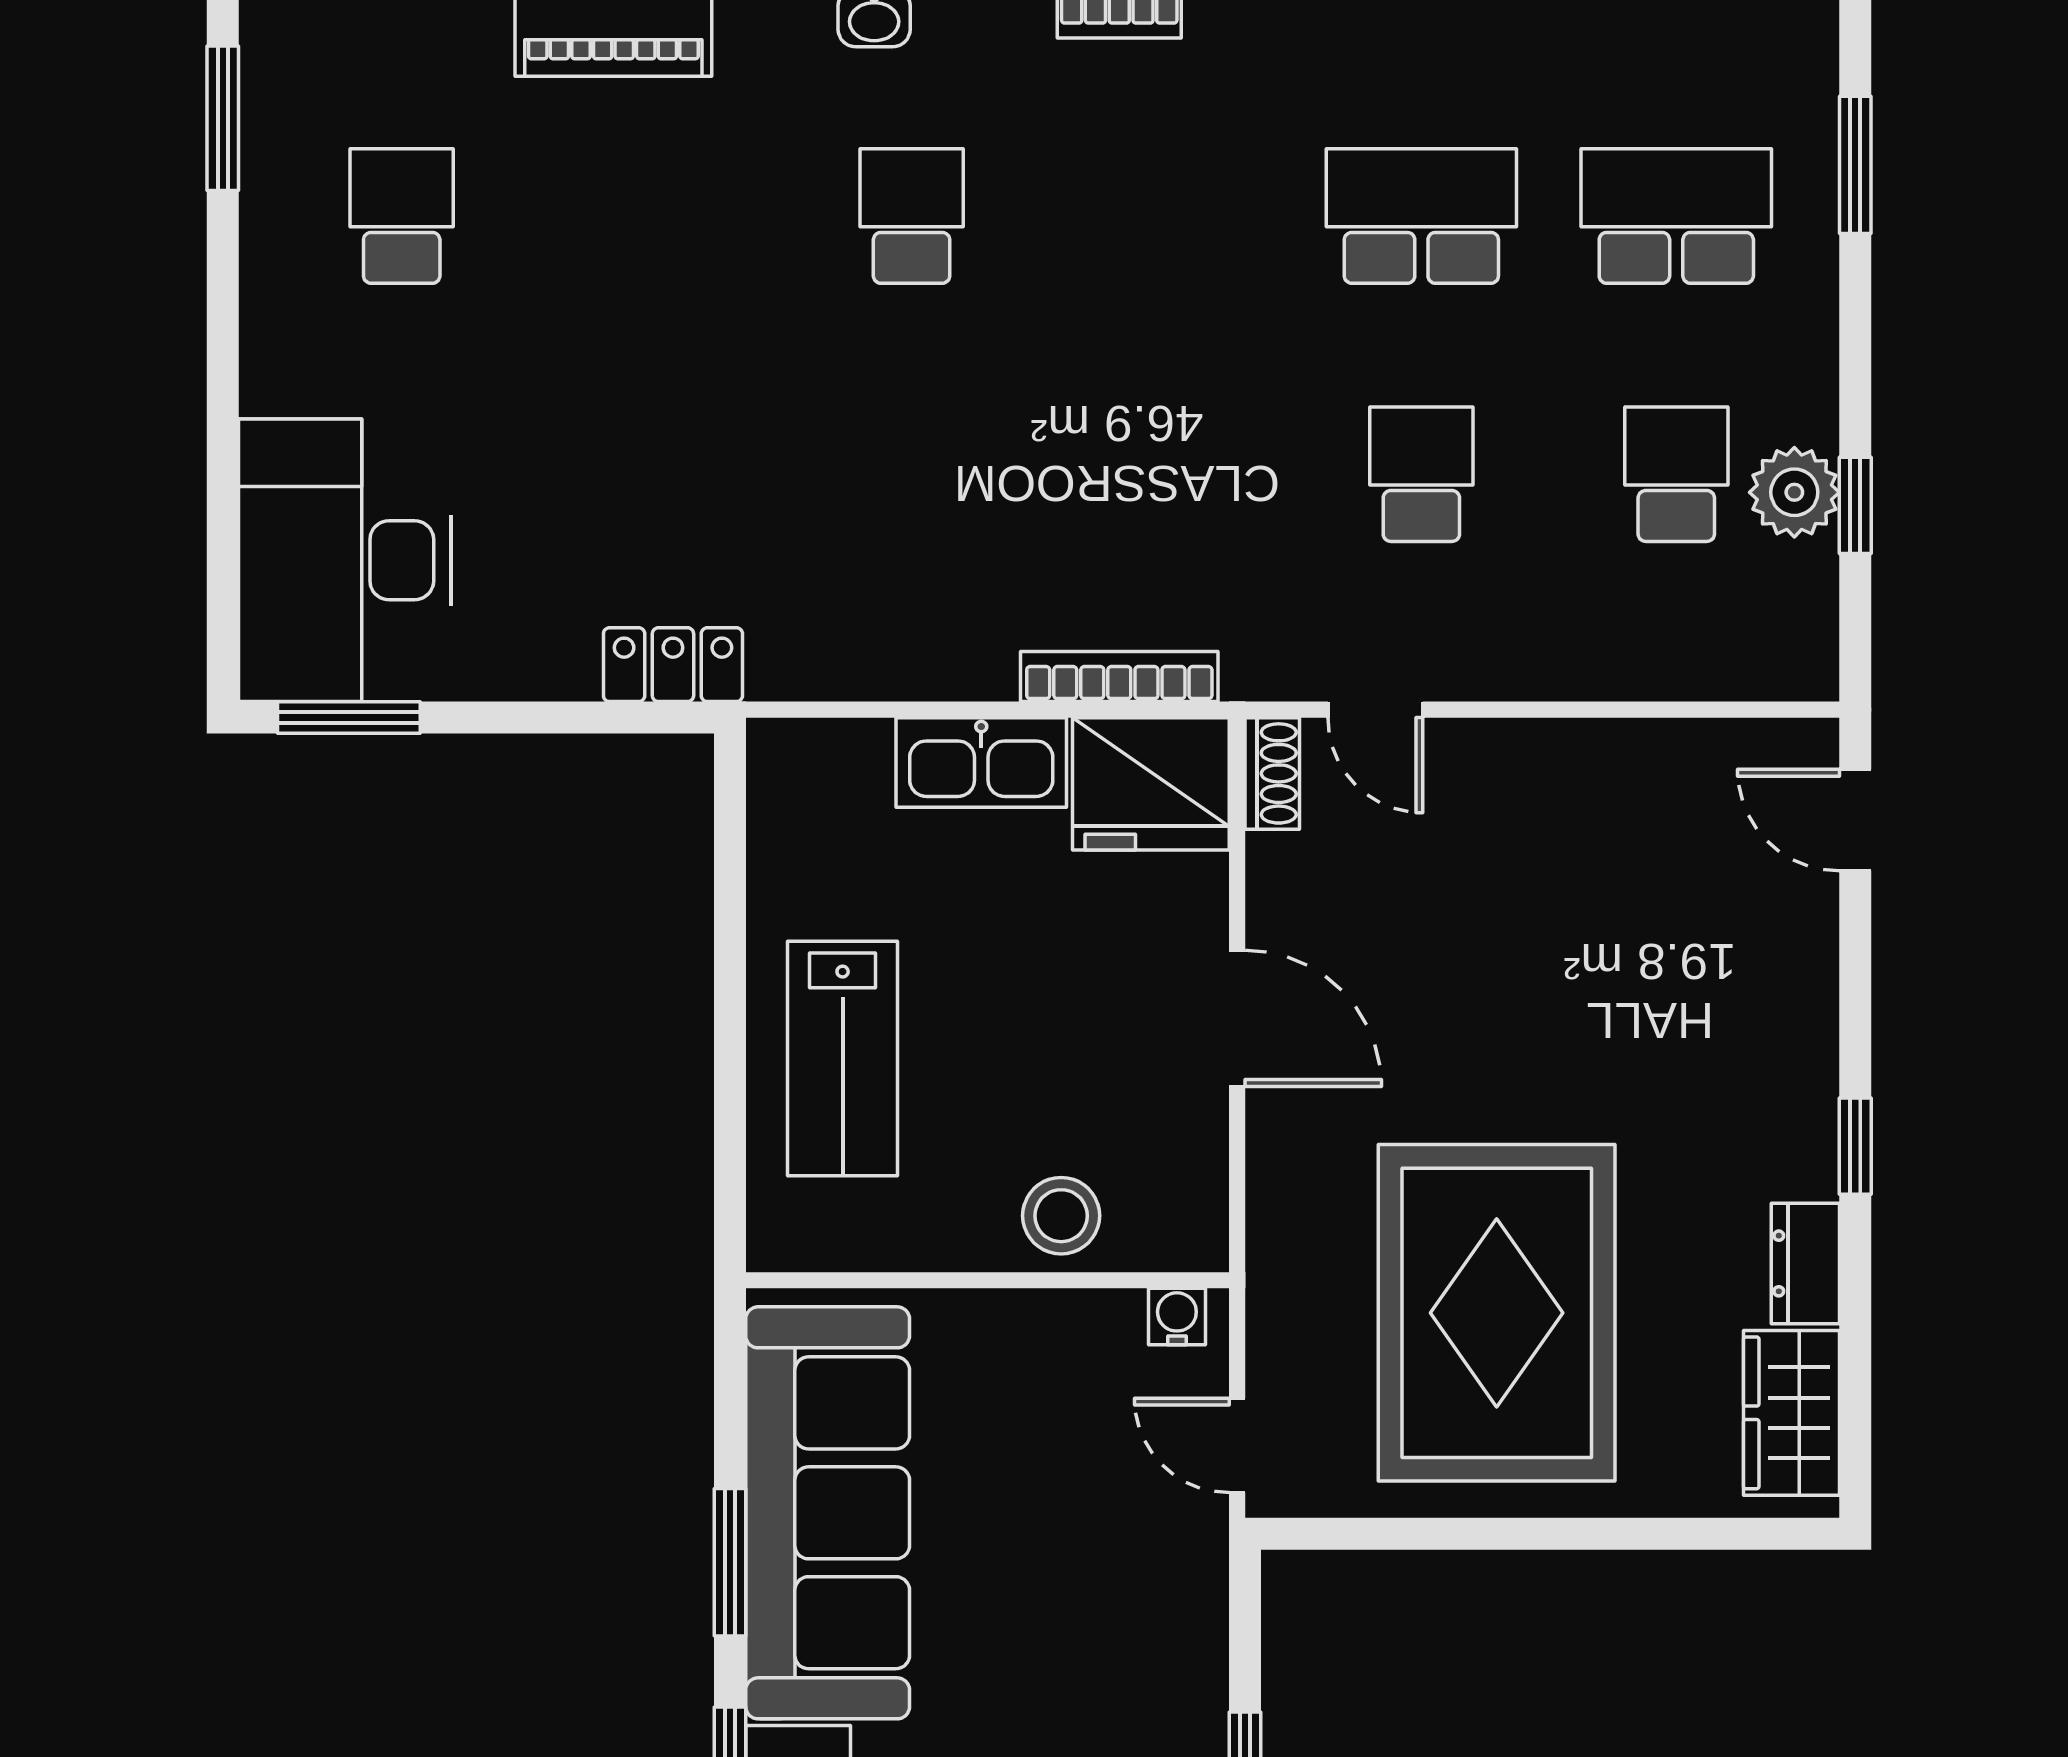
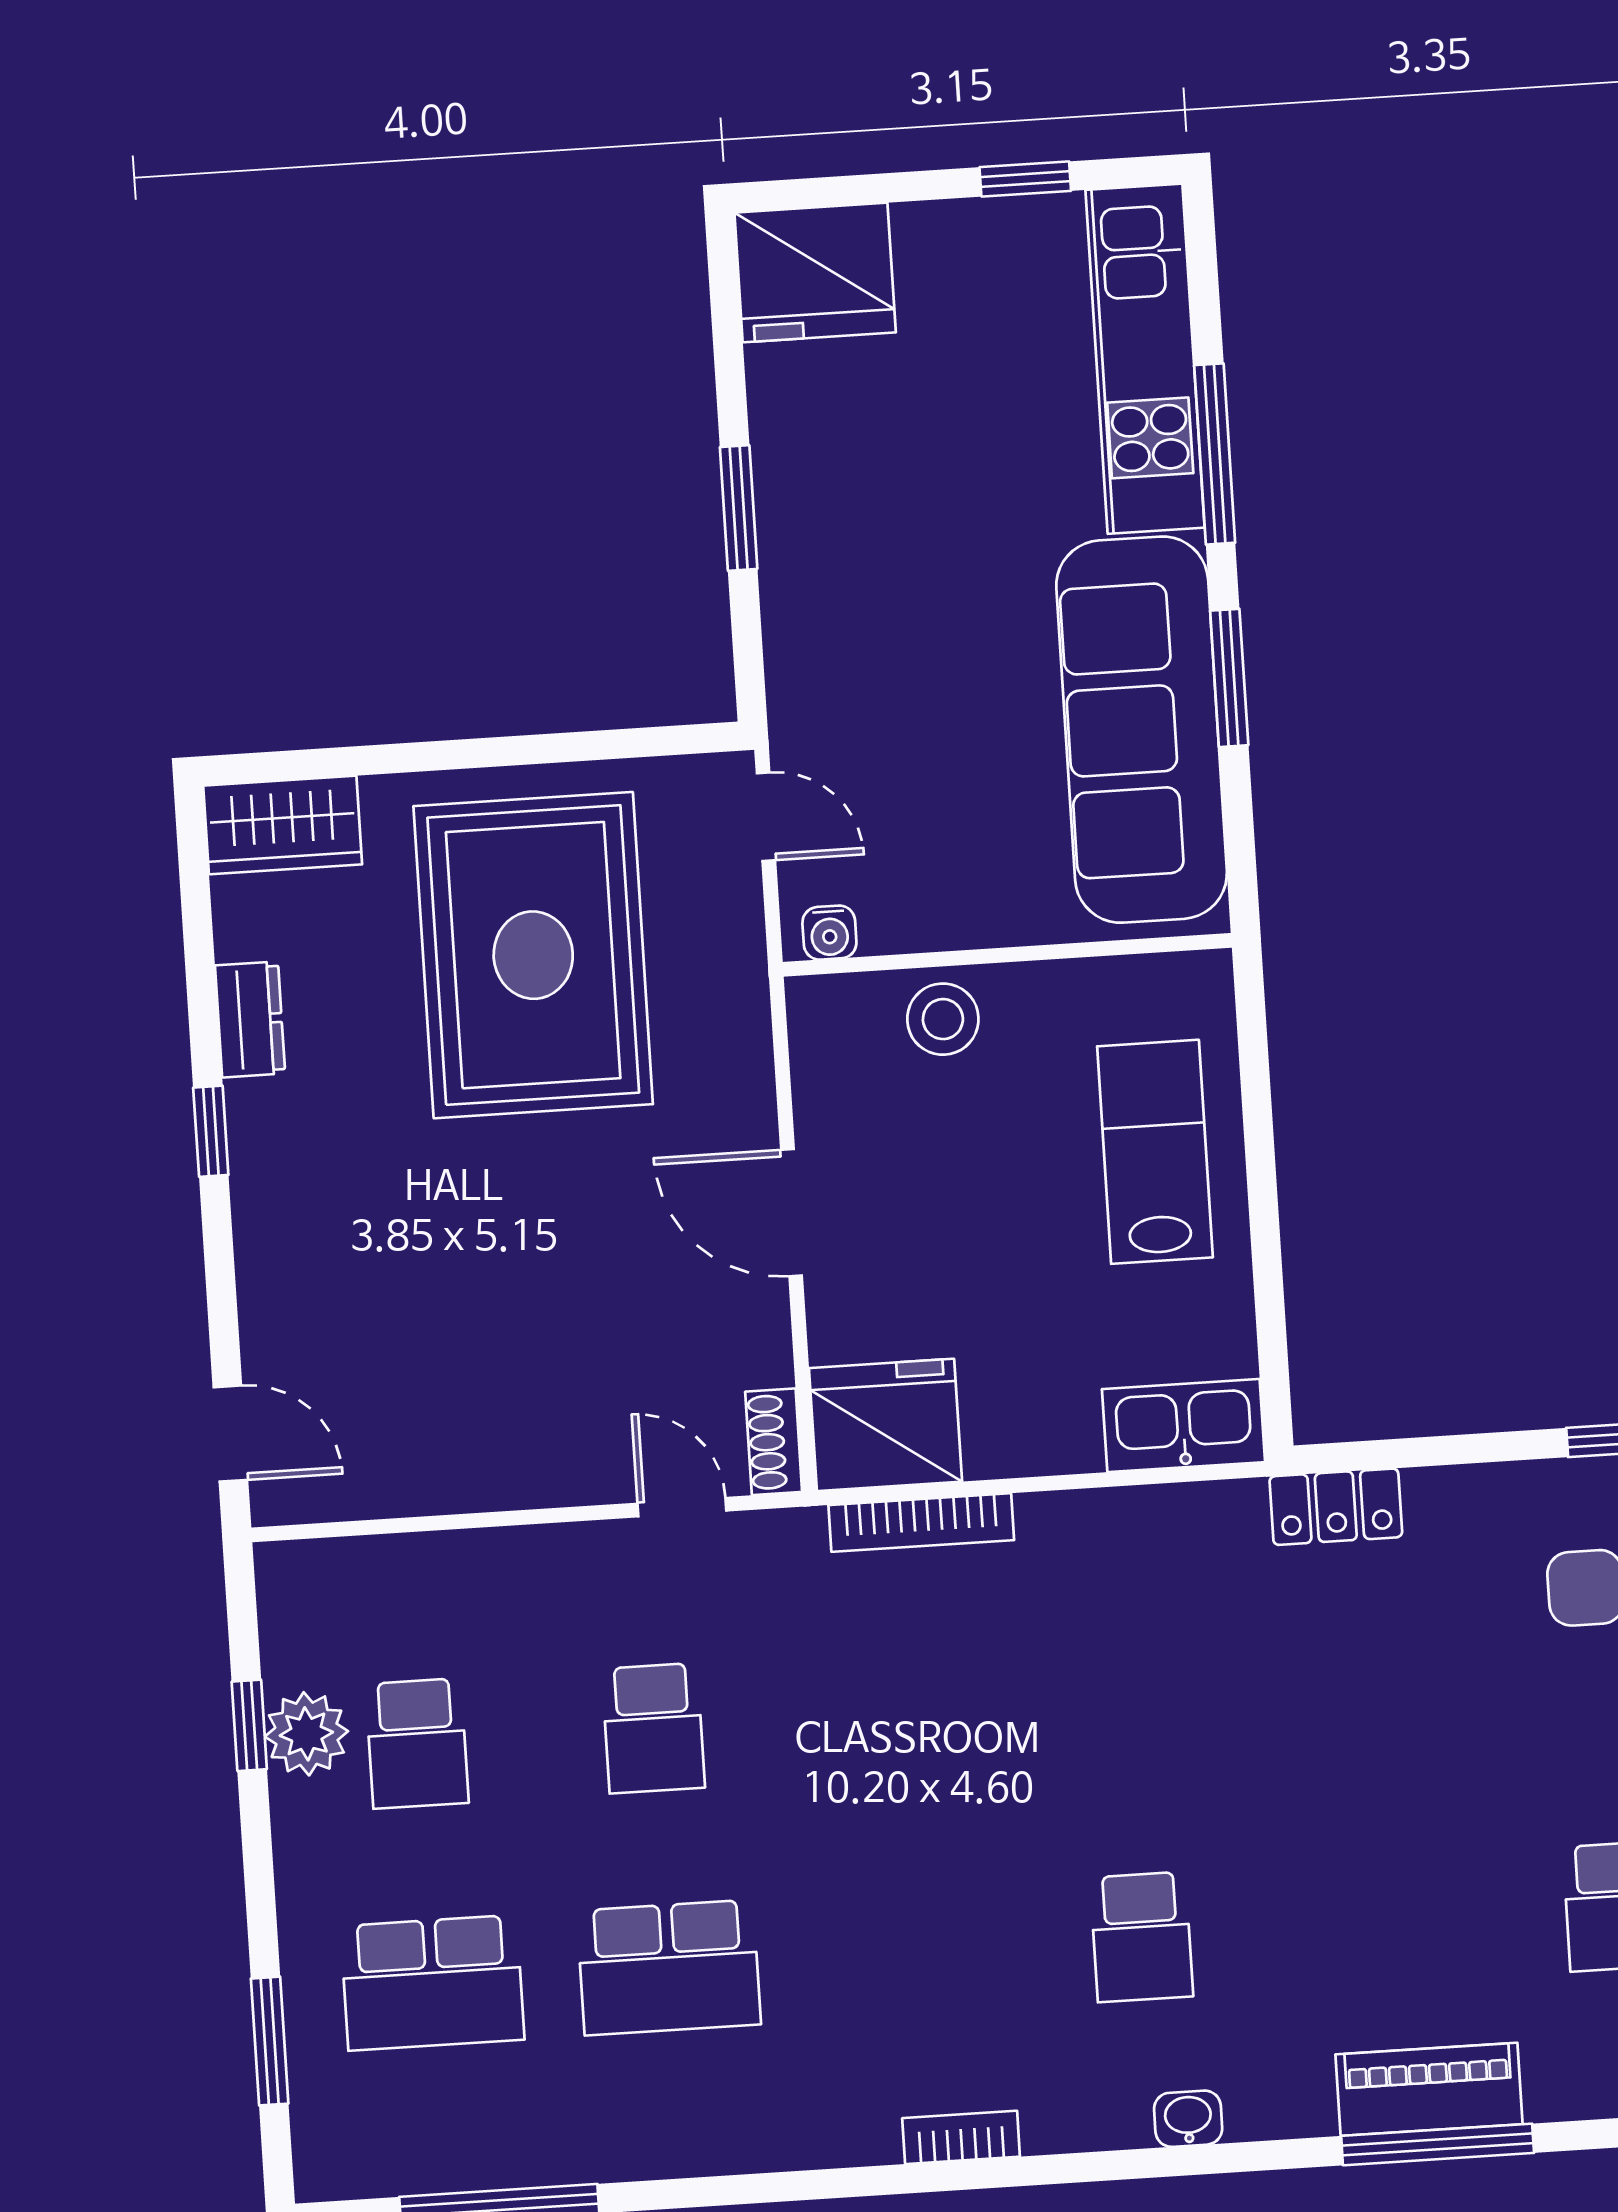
kitchen sink: (981, 762) -> (1184, 1426), moved
wardrobe: (1791, 1413) -> (283, 825), moved, turned 90

